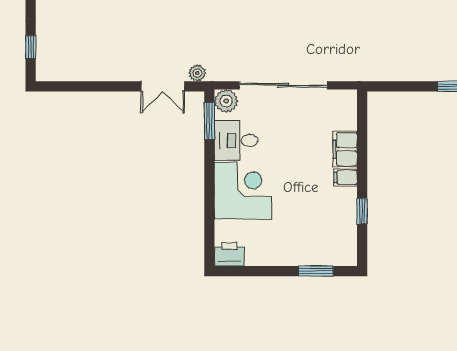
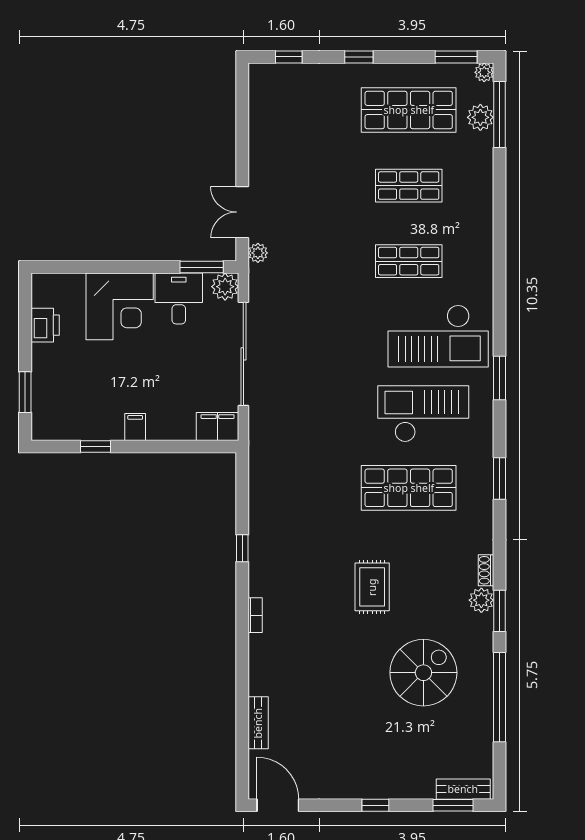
filing cabinet: (345, 149) -> (218, 426), moved
printer: (229, 254) -> (45, 325), moved

